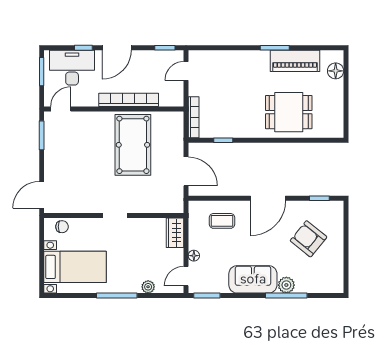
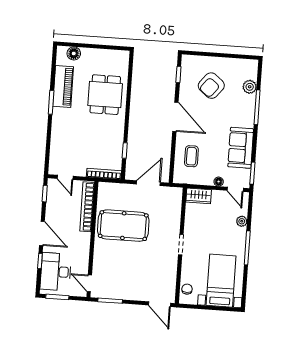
bookcase: (129, 100) -> (87, 207), moved
sofa: (253, 279) -> (241, 148), moved
plant: (286, 285) -> (250, 87), moved

